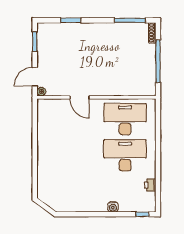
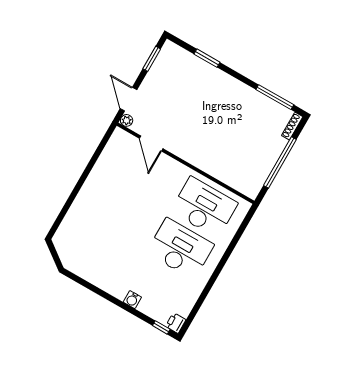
door: (35, 77) -> (129, 99), hinge flipped
door: (80, 97) -> (151, 144), moved
printer: (150, 185) -> (176, 323), moved

